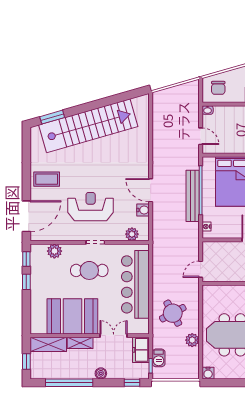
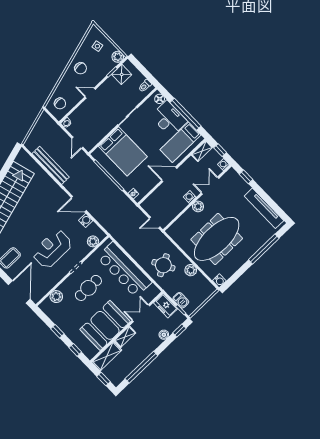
door: (201, 136) -> (77, 143), swing flipped
bench: (193, 196) -> (51, 165), moved
window: (26, 259) -> (75, 350), moved
door: (201, 269) -> (155, 223), hinge flipped
boiler: (101, 373) -> (164, 335), moved

